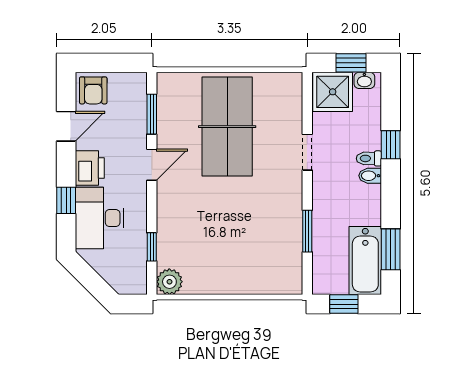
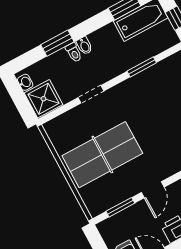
window: (351, 63) -> (18, 97), removed
window: (391, 145) -> (57, 43), width x1.50
door: (152, 165) -> (153, 190), swing flipped

